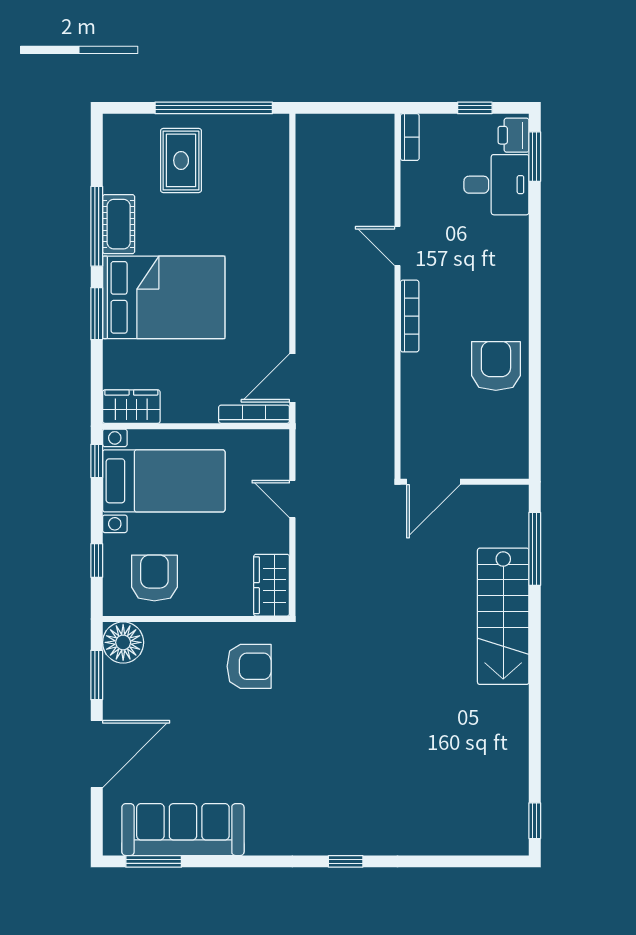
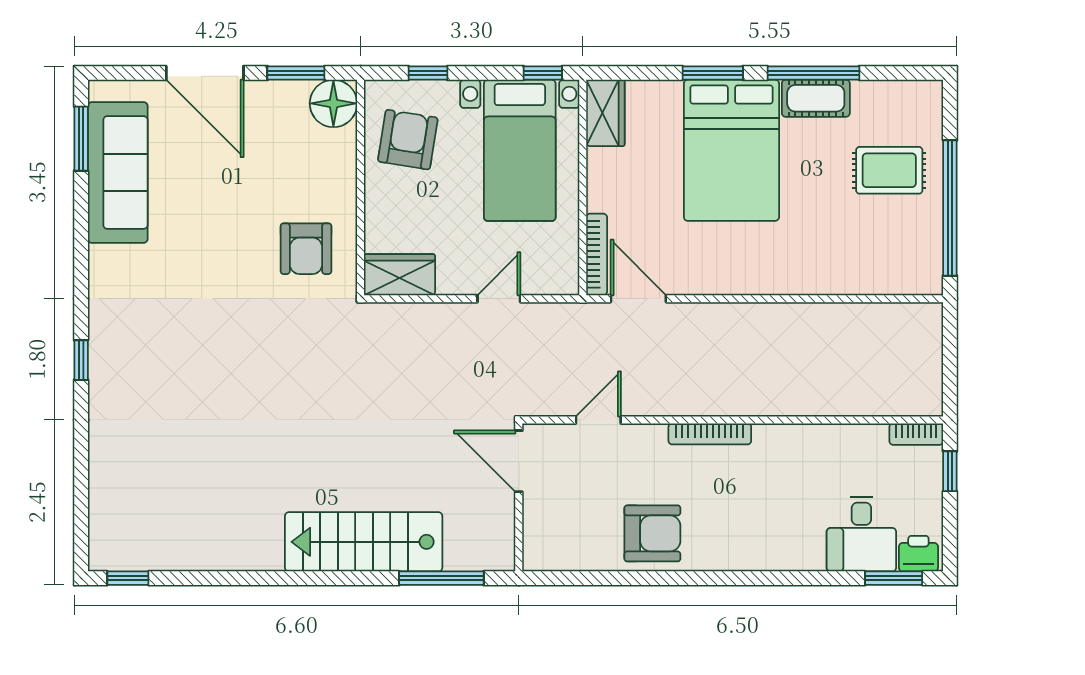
window: (475, 108) -> (950, 471), moved
door: (398, 246) -> (598, 420), moved
armchair: (154, 578) -> (408, 140), turned -81

